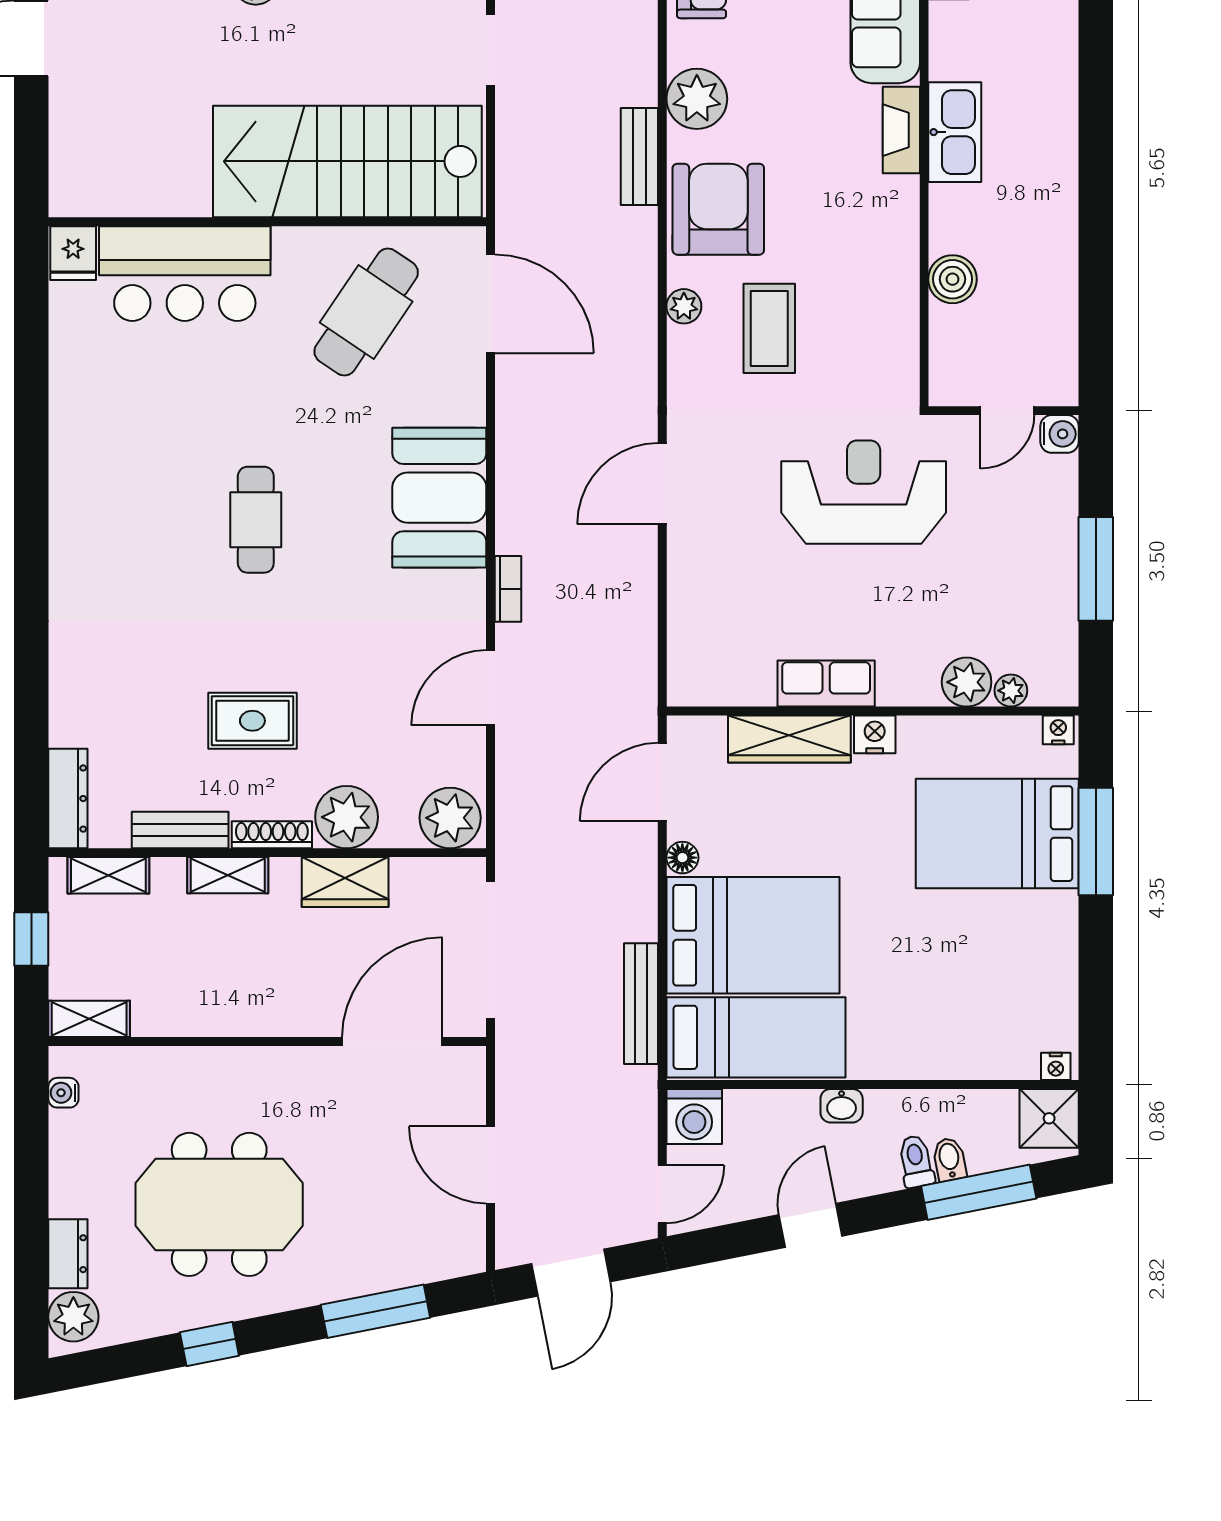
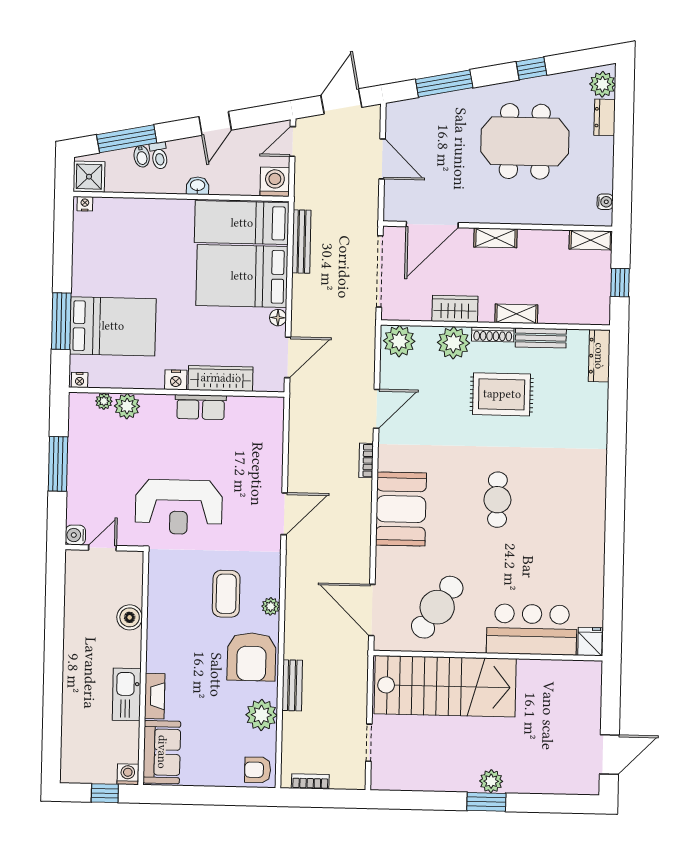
rug: (252, 721) -> (502, 394), width x1.36, depth x1.43
shelving: (108, 875) -> (495, 238), moved

